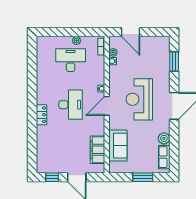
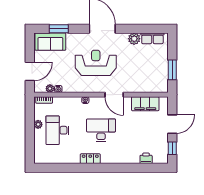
reception desk: (139, 99) -> (96, 63), turned 180
door: (107, 106) -> (114, 95), moved
locker: (41, 115) -> (90, 159), moved
sofa: (118, 146) -> (50, 42), moved, turned 180
printer: (42, 151) -> (146, 158), added
window: (143, 177) -> (172, 70), moved

